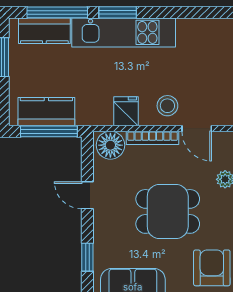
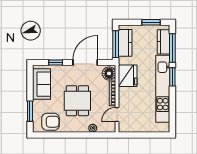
kitchen unit: (124, 32) -> (163, 89), width x1.36
stool: (167, 106) -> (128, 101), removed
fridge: (126, 111) -> (128, 76), width x1.88, depth x1.34
door: (87, 195) -> (85, 62), width x1.88

